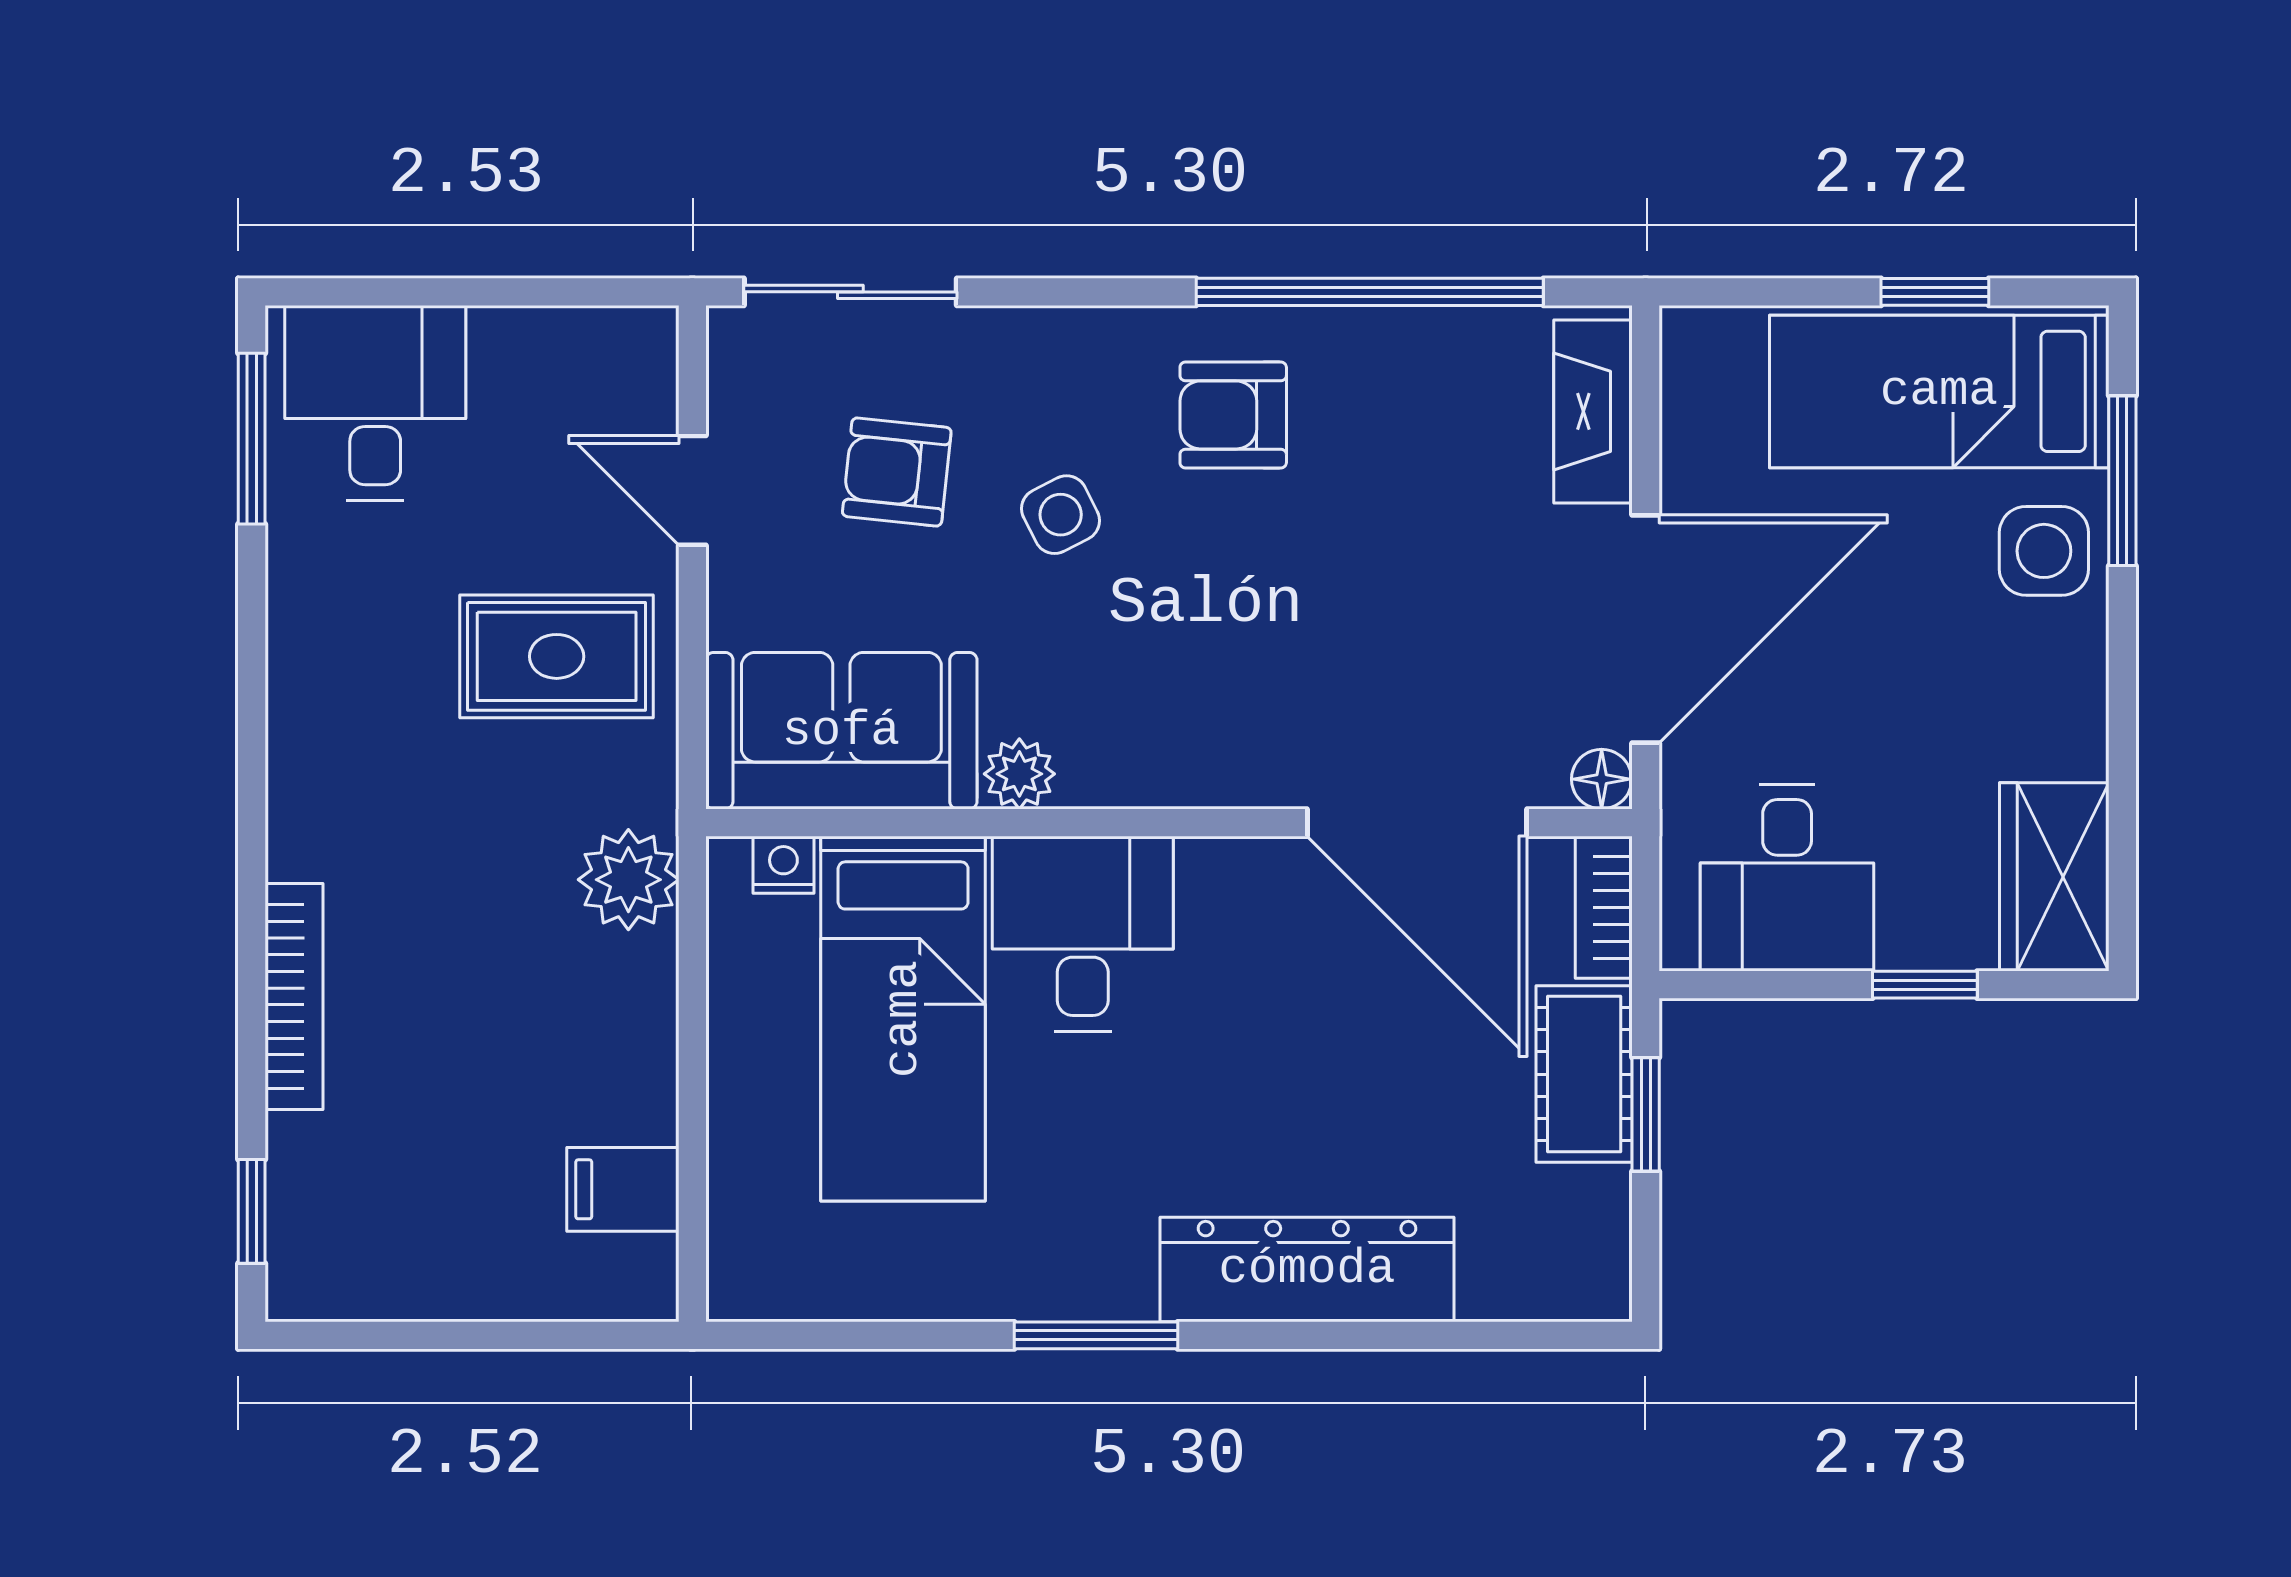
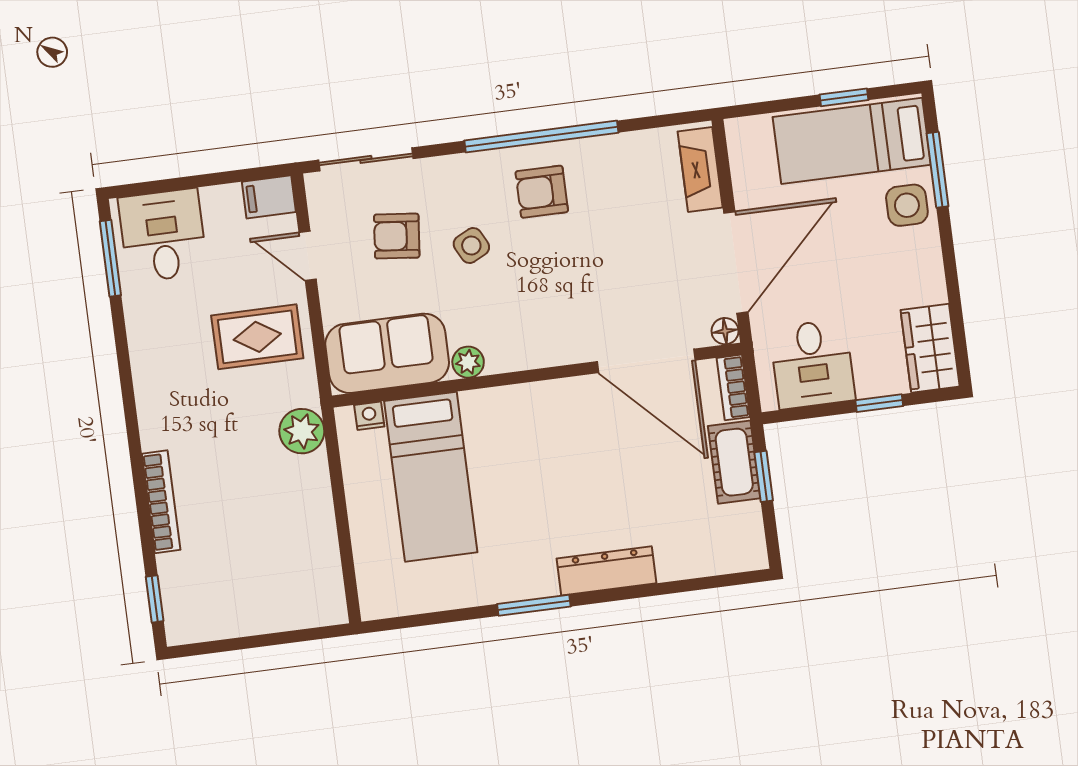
window: (1370, 292) -> (541, 137), moved
desk: (1083, 934) -> (505, 429), removed
filing cabinet: (623, 1189) -> (269, 197), moved
dresser: (1307, 1269) -> (606, 571), width x0.73, depth x0.80

